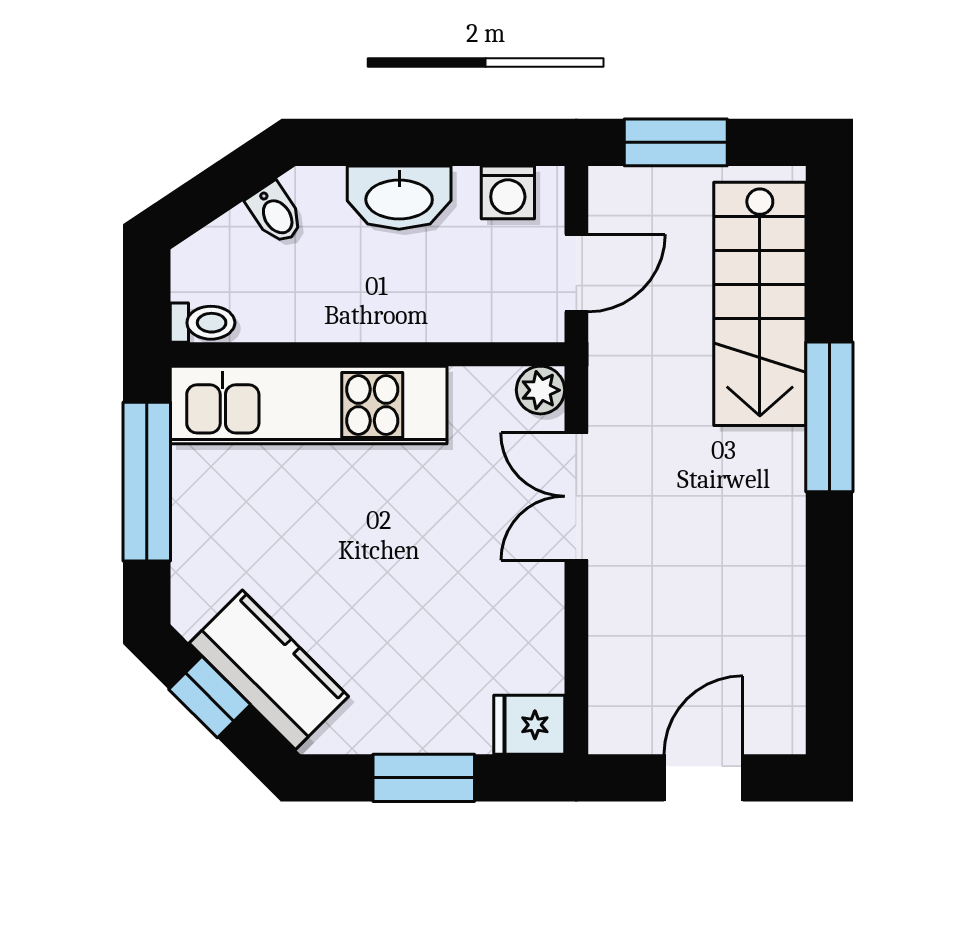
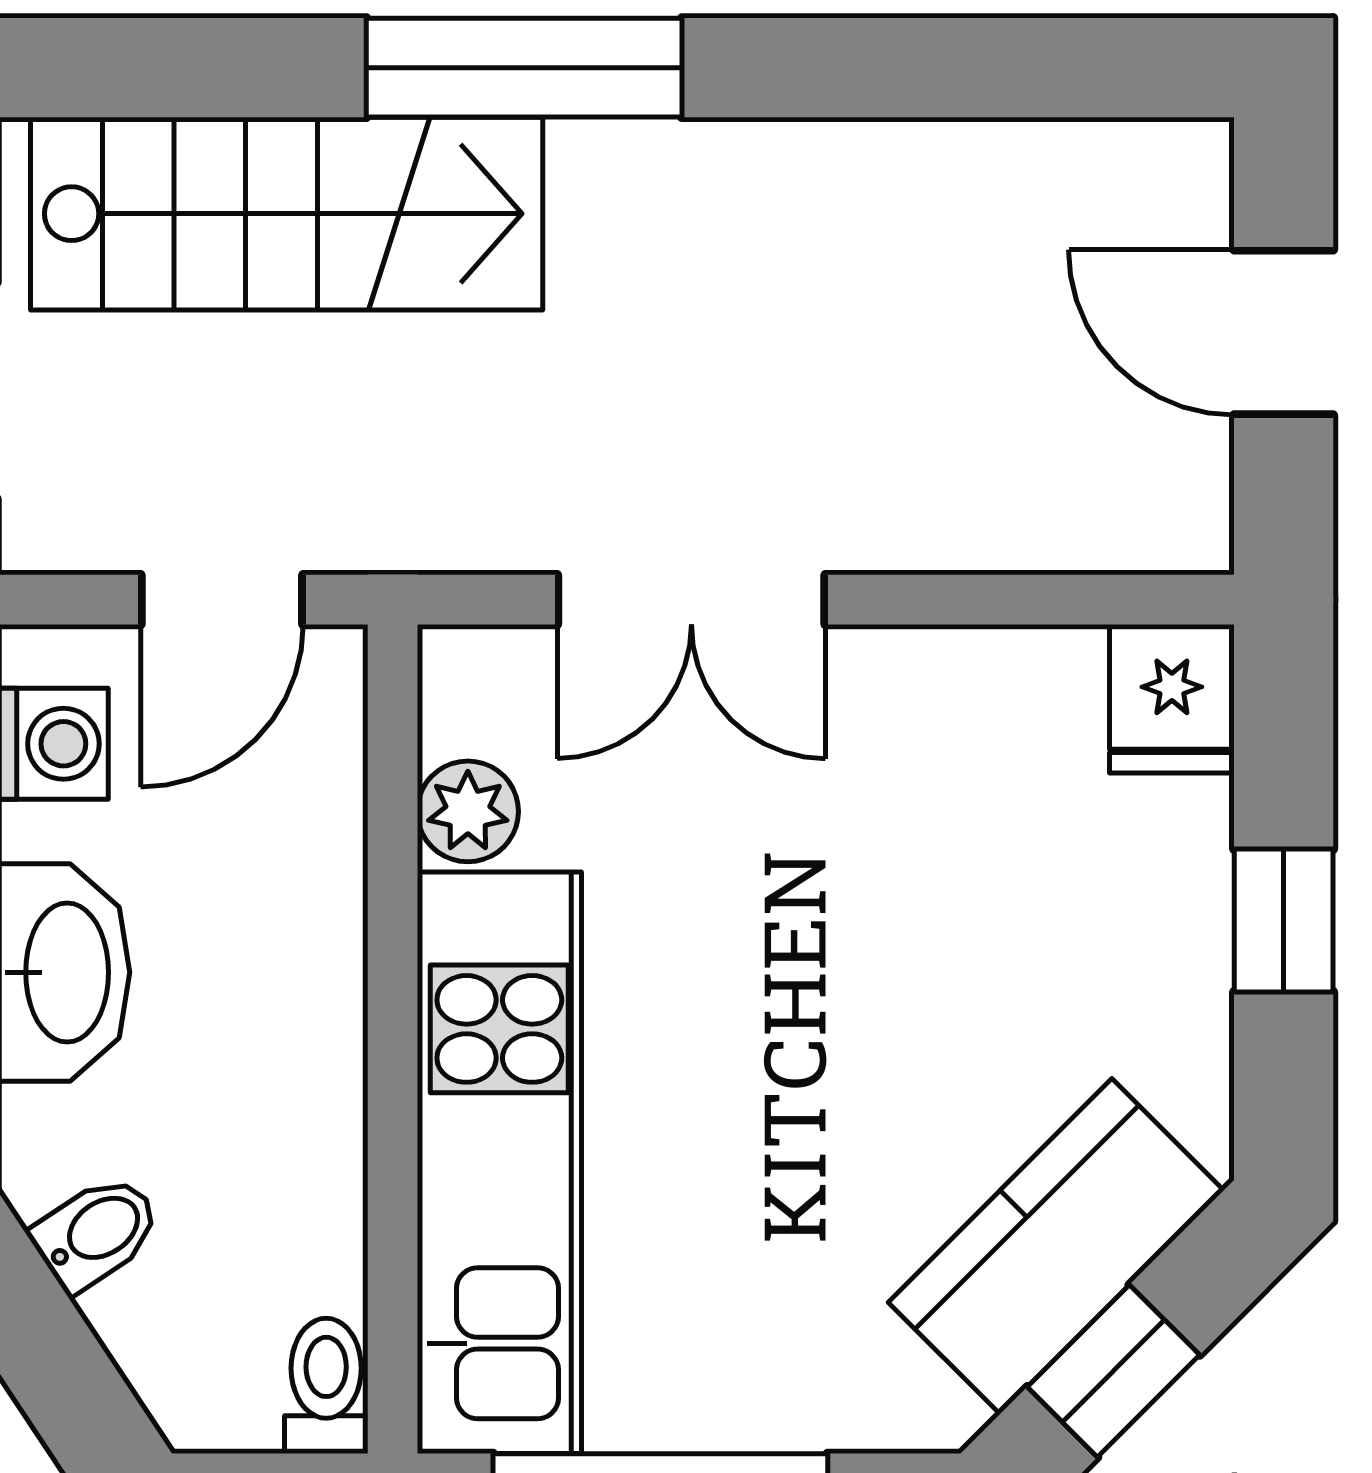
door: (576, 273) -> (222, 600), swing flipped
plant: (541, 390) -> (468, 811), moved
window: (424, 778) -> (1284, 920), width x0.67

